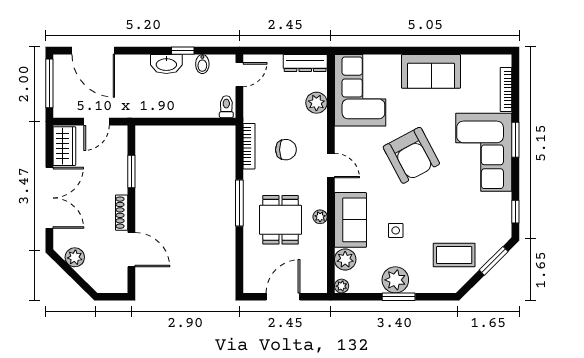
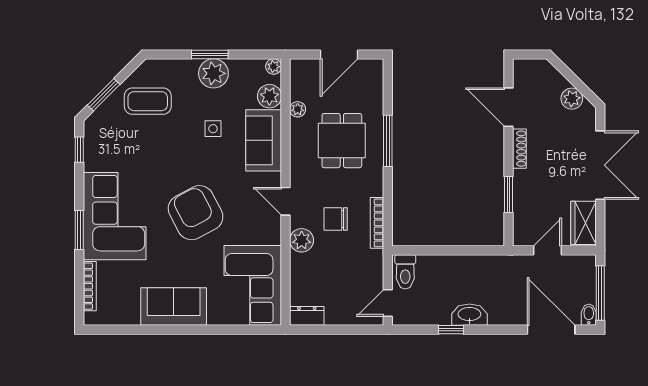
dresser: (305, 63) -> (307, 316), width x0.70
bidet: (202, 64) -> (589, 315), moved
plant: (316, 103) -> (302, 240), moved
toilet: (226, 107) -> (405, 272), width x1.37, depth x1.39
double door: (49, 198) -> (600, 165), swing flipped
window: (239, 203) -> (388, 141), moved
plant: (320, 217) -> (298, 109), moved

